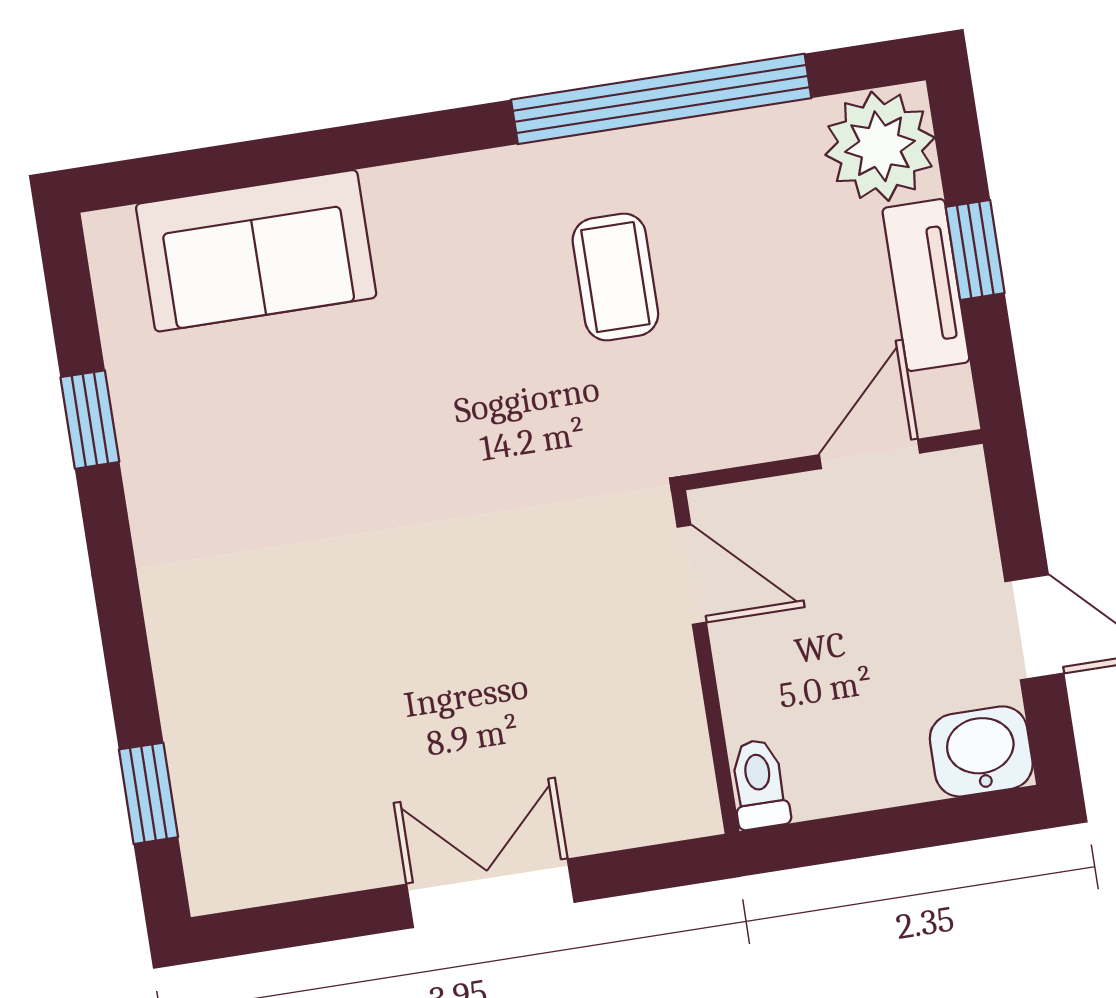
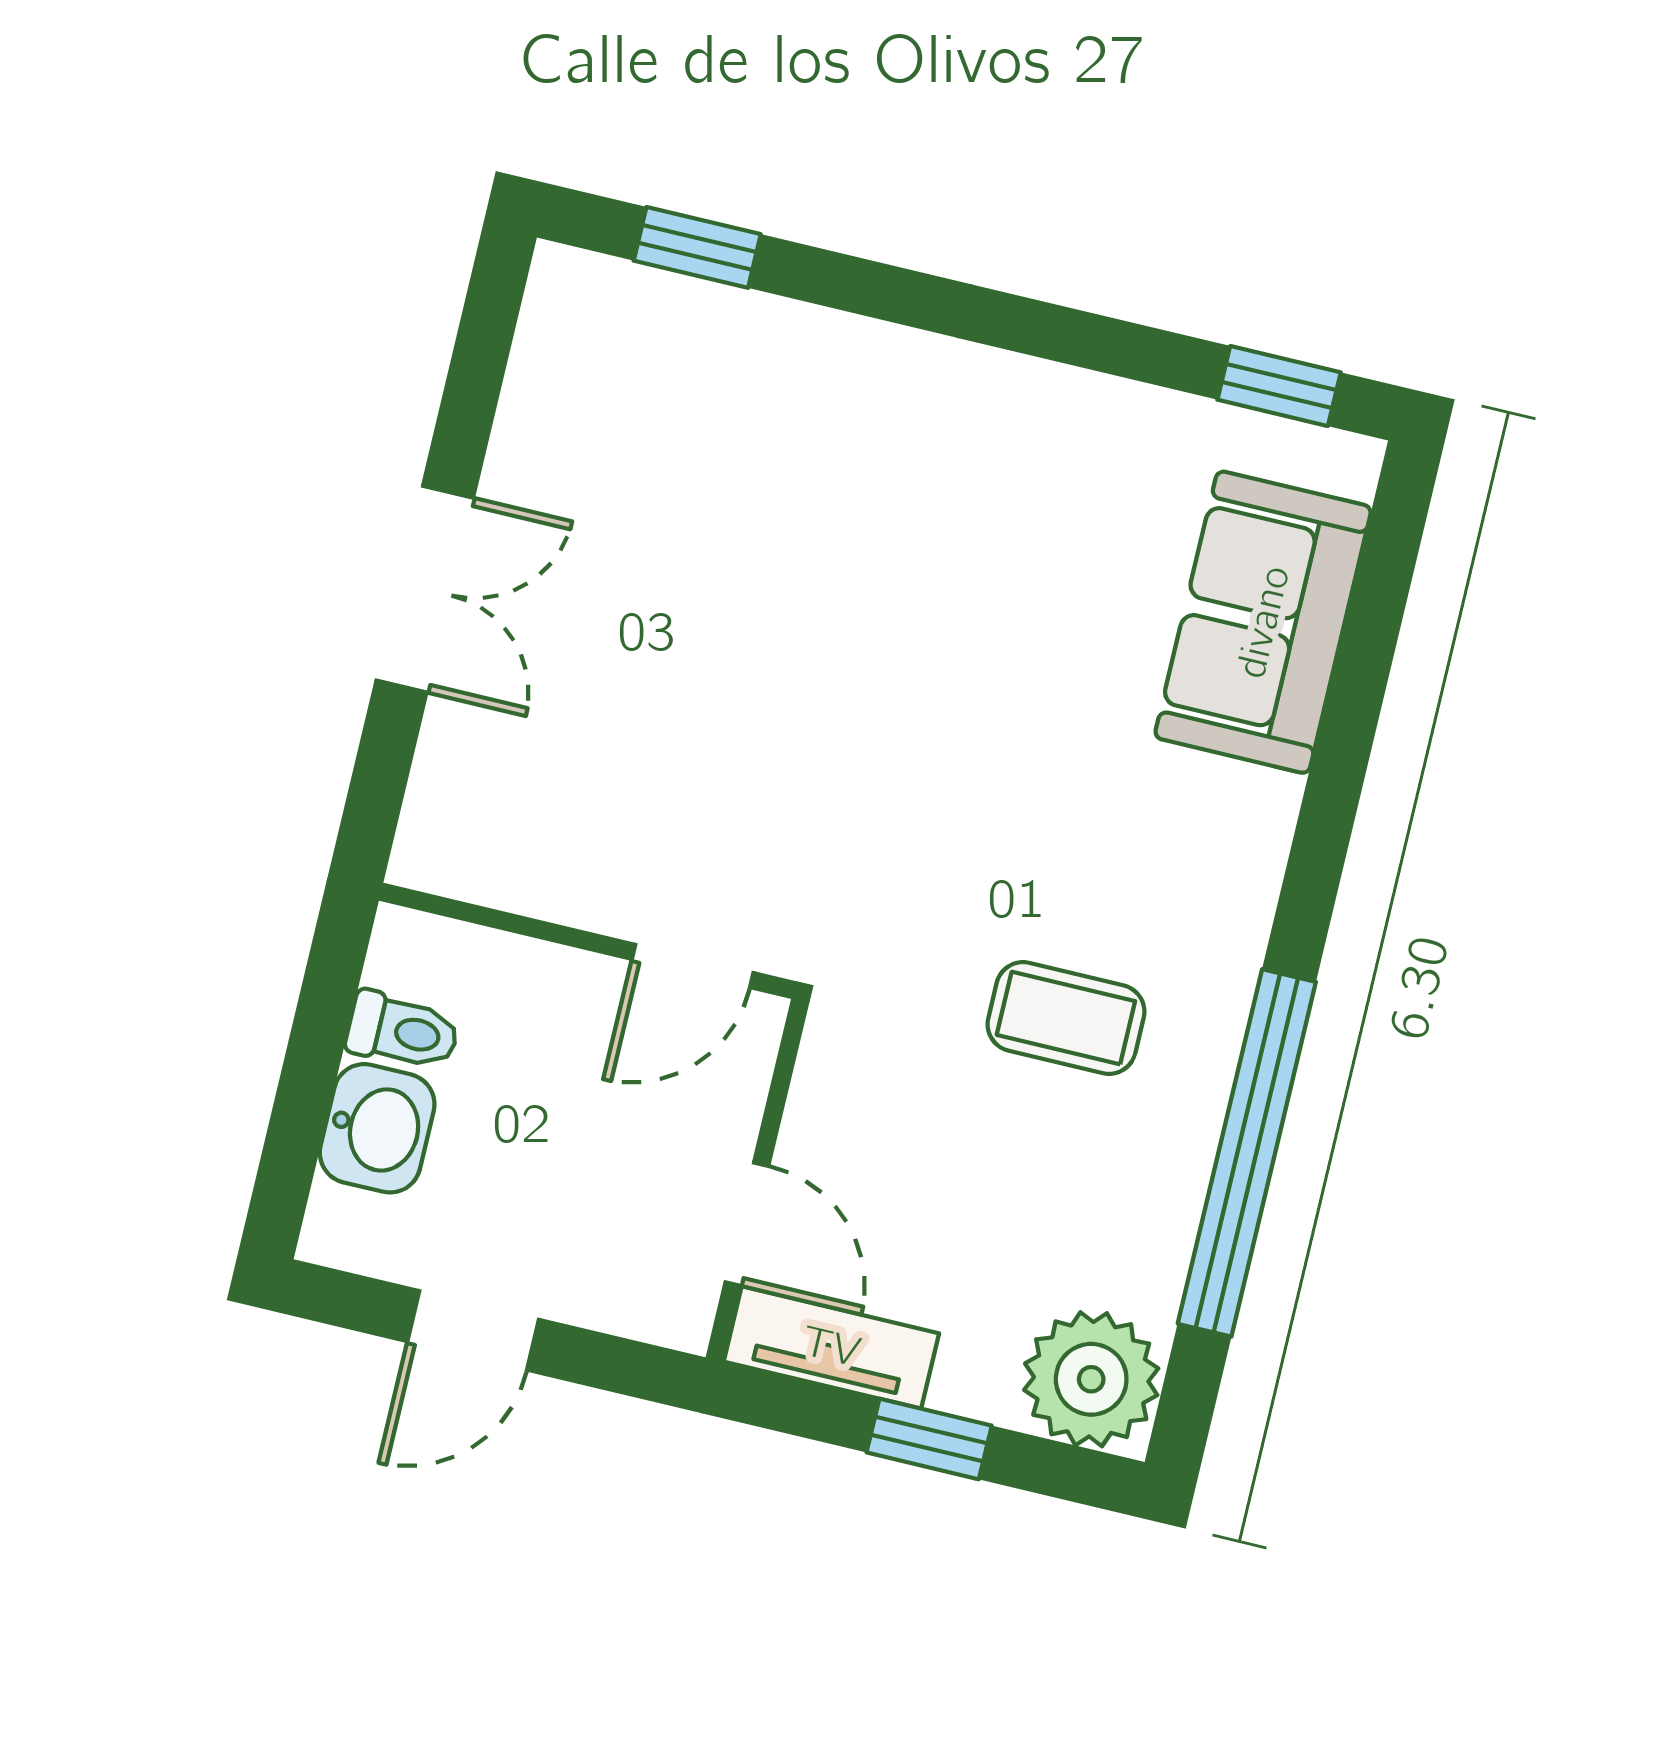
tv unit: (926, 285) -> (831, 1347), moved
window: (90, 420) -> (1279, 386), moved
washbasin: (981, 751) -> (377, 1128), moved
toilet: (759, 784) -> (403, 1031), moved

